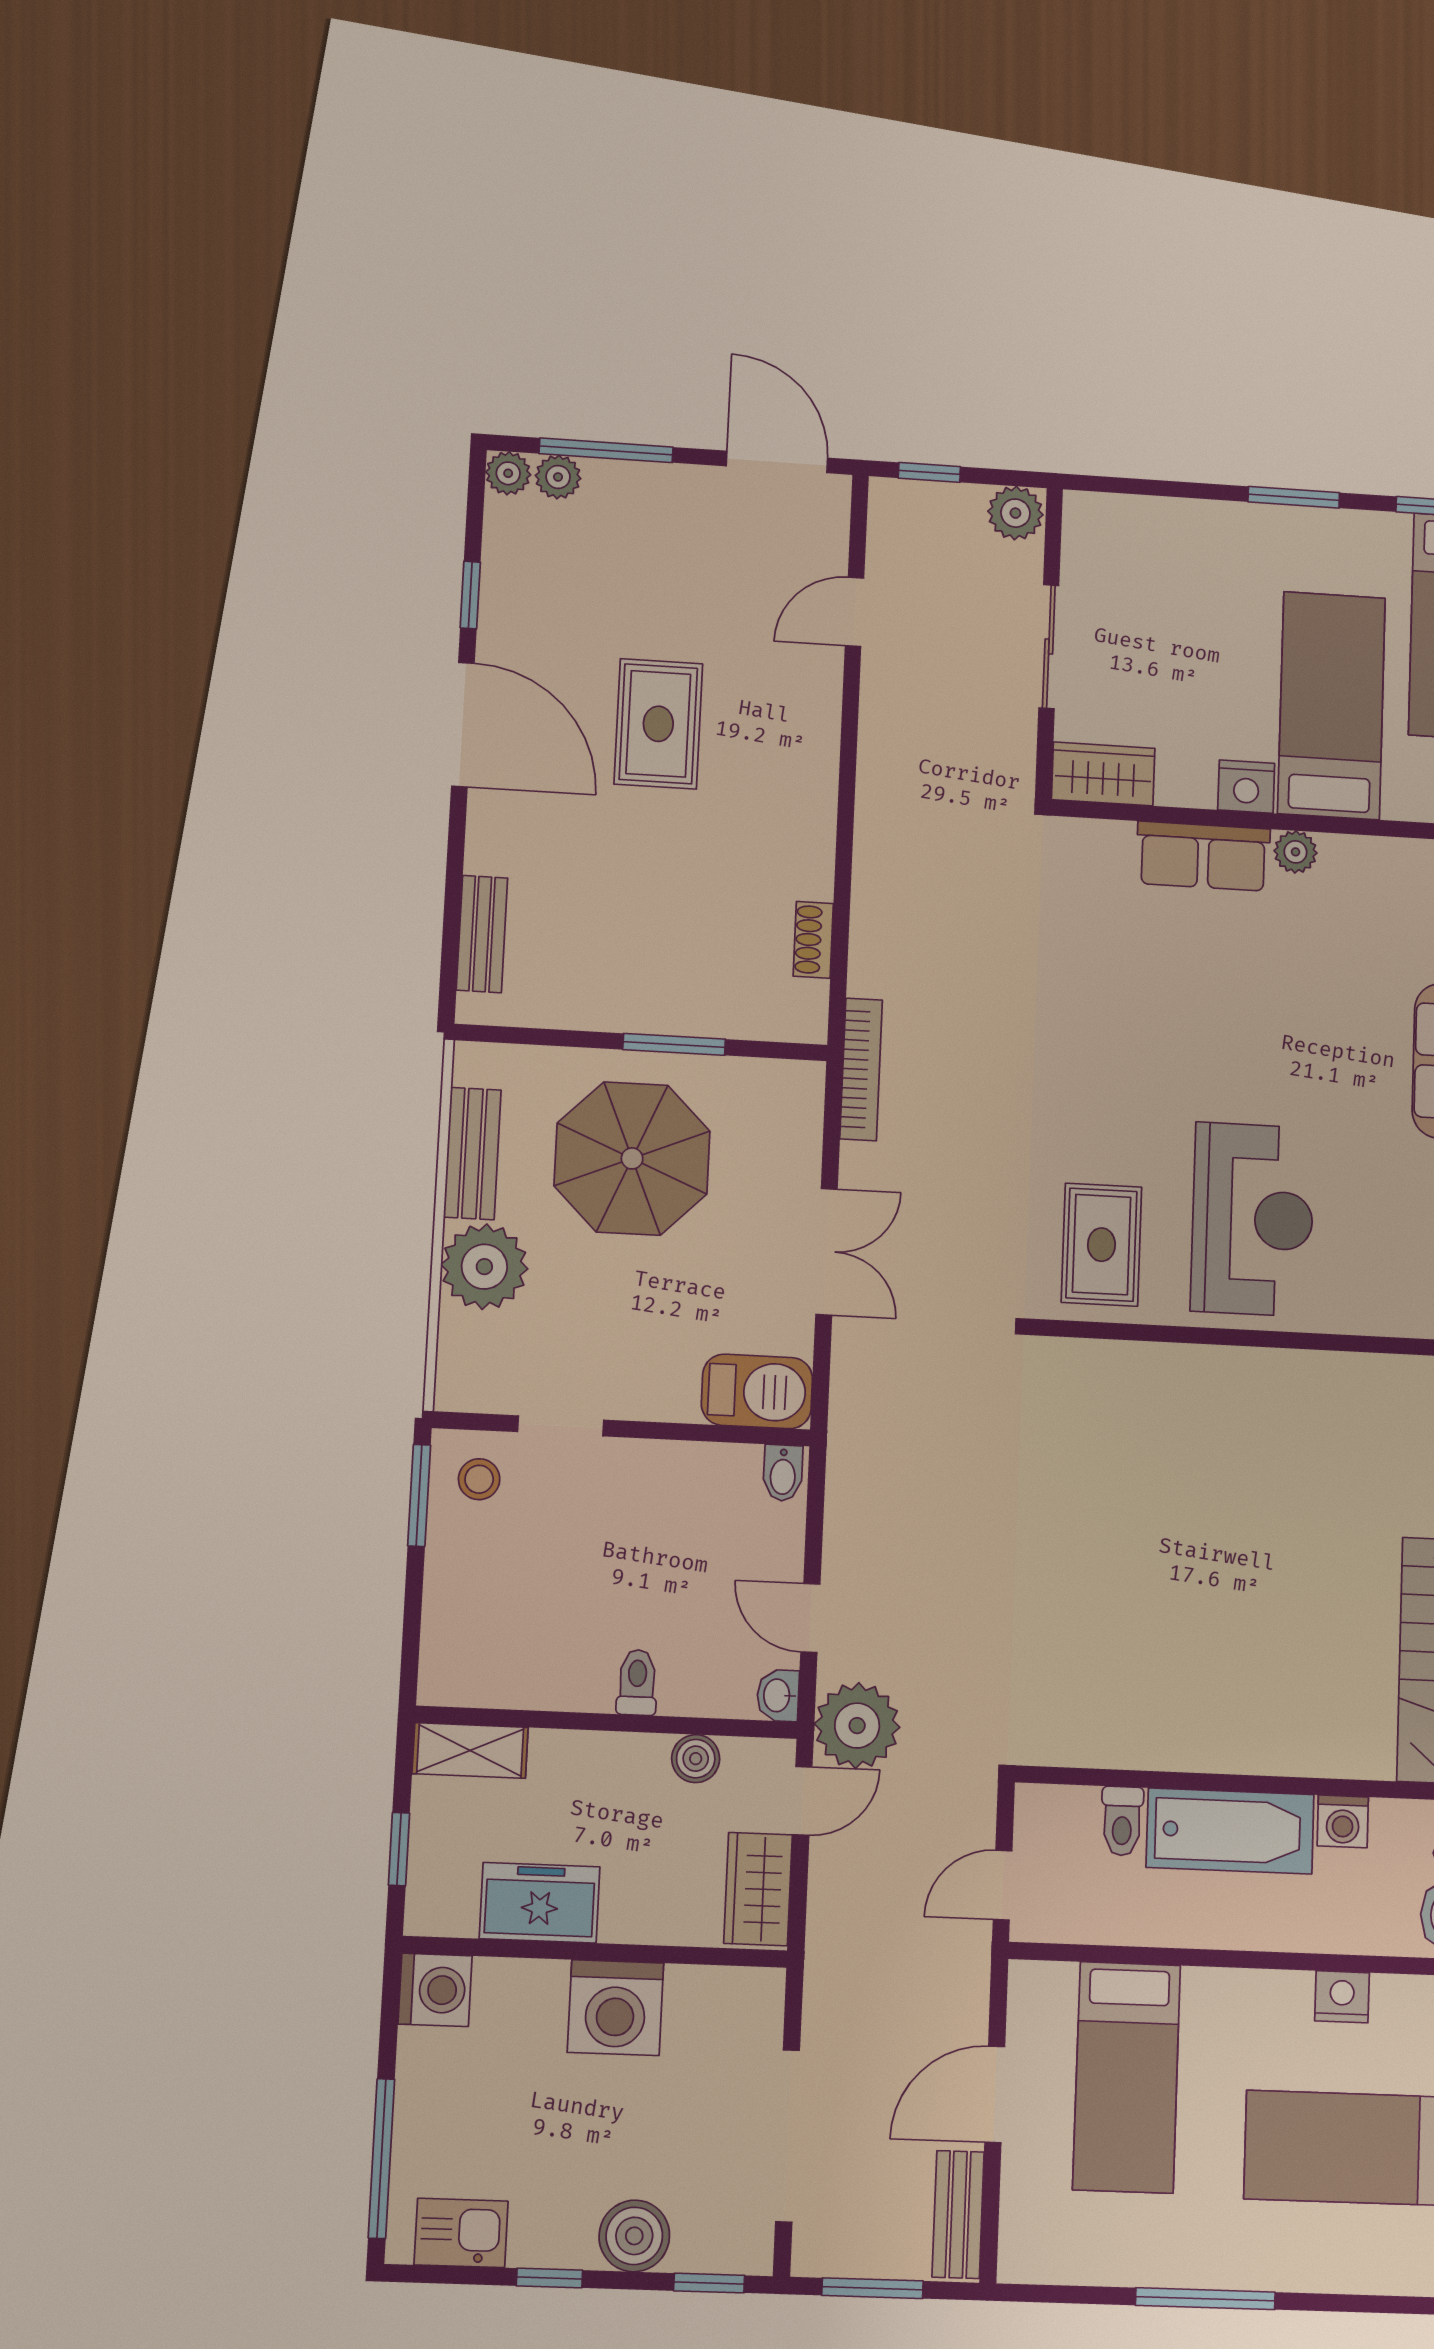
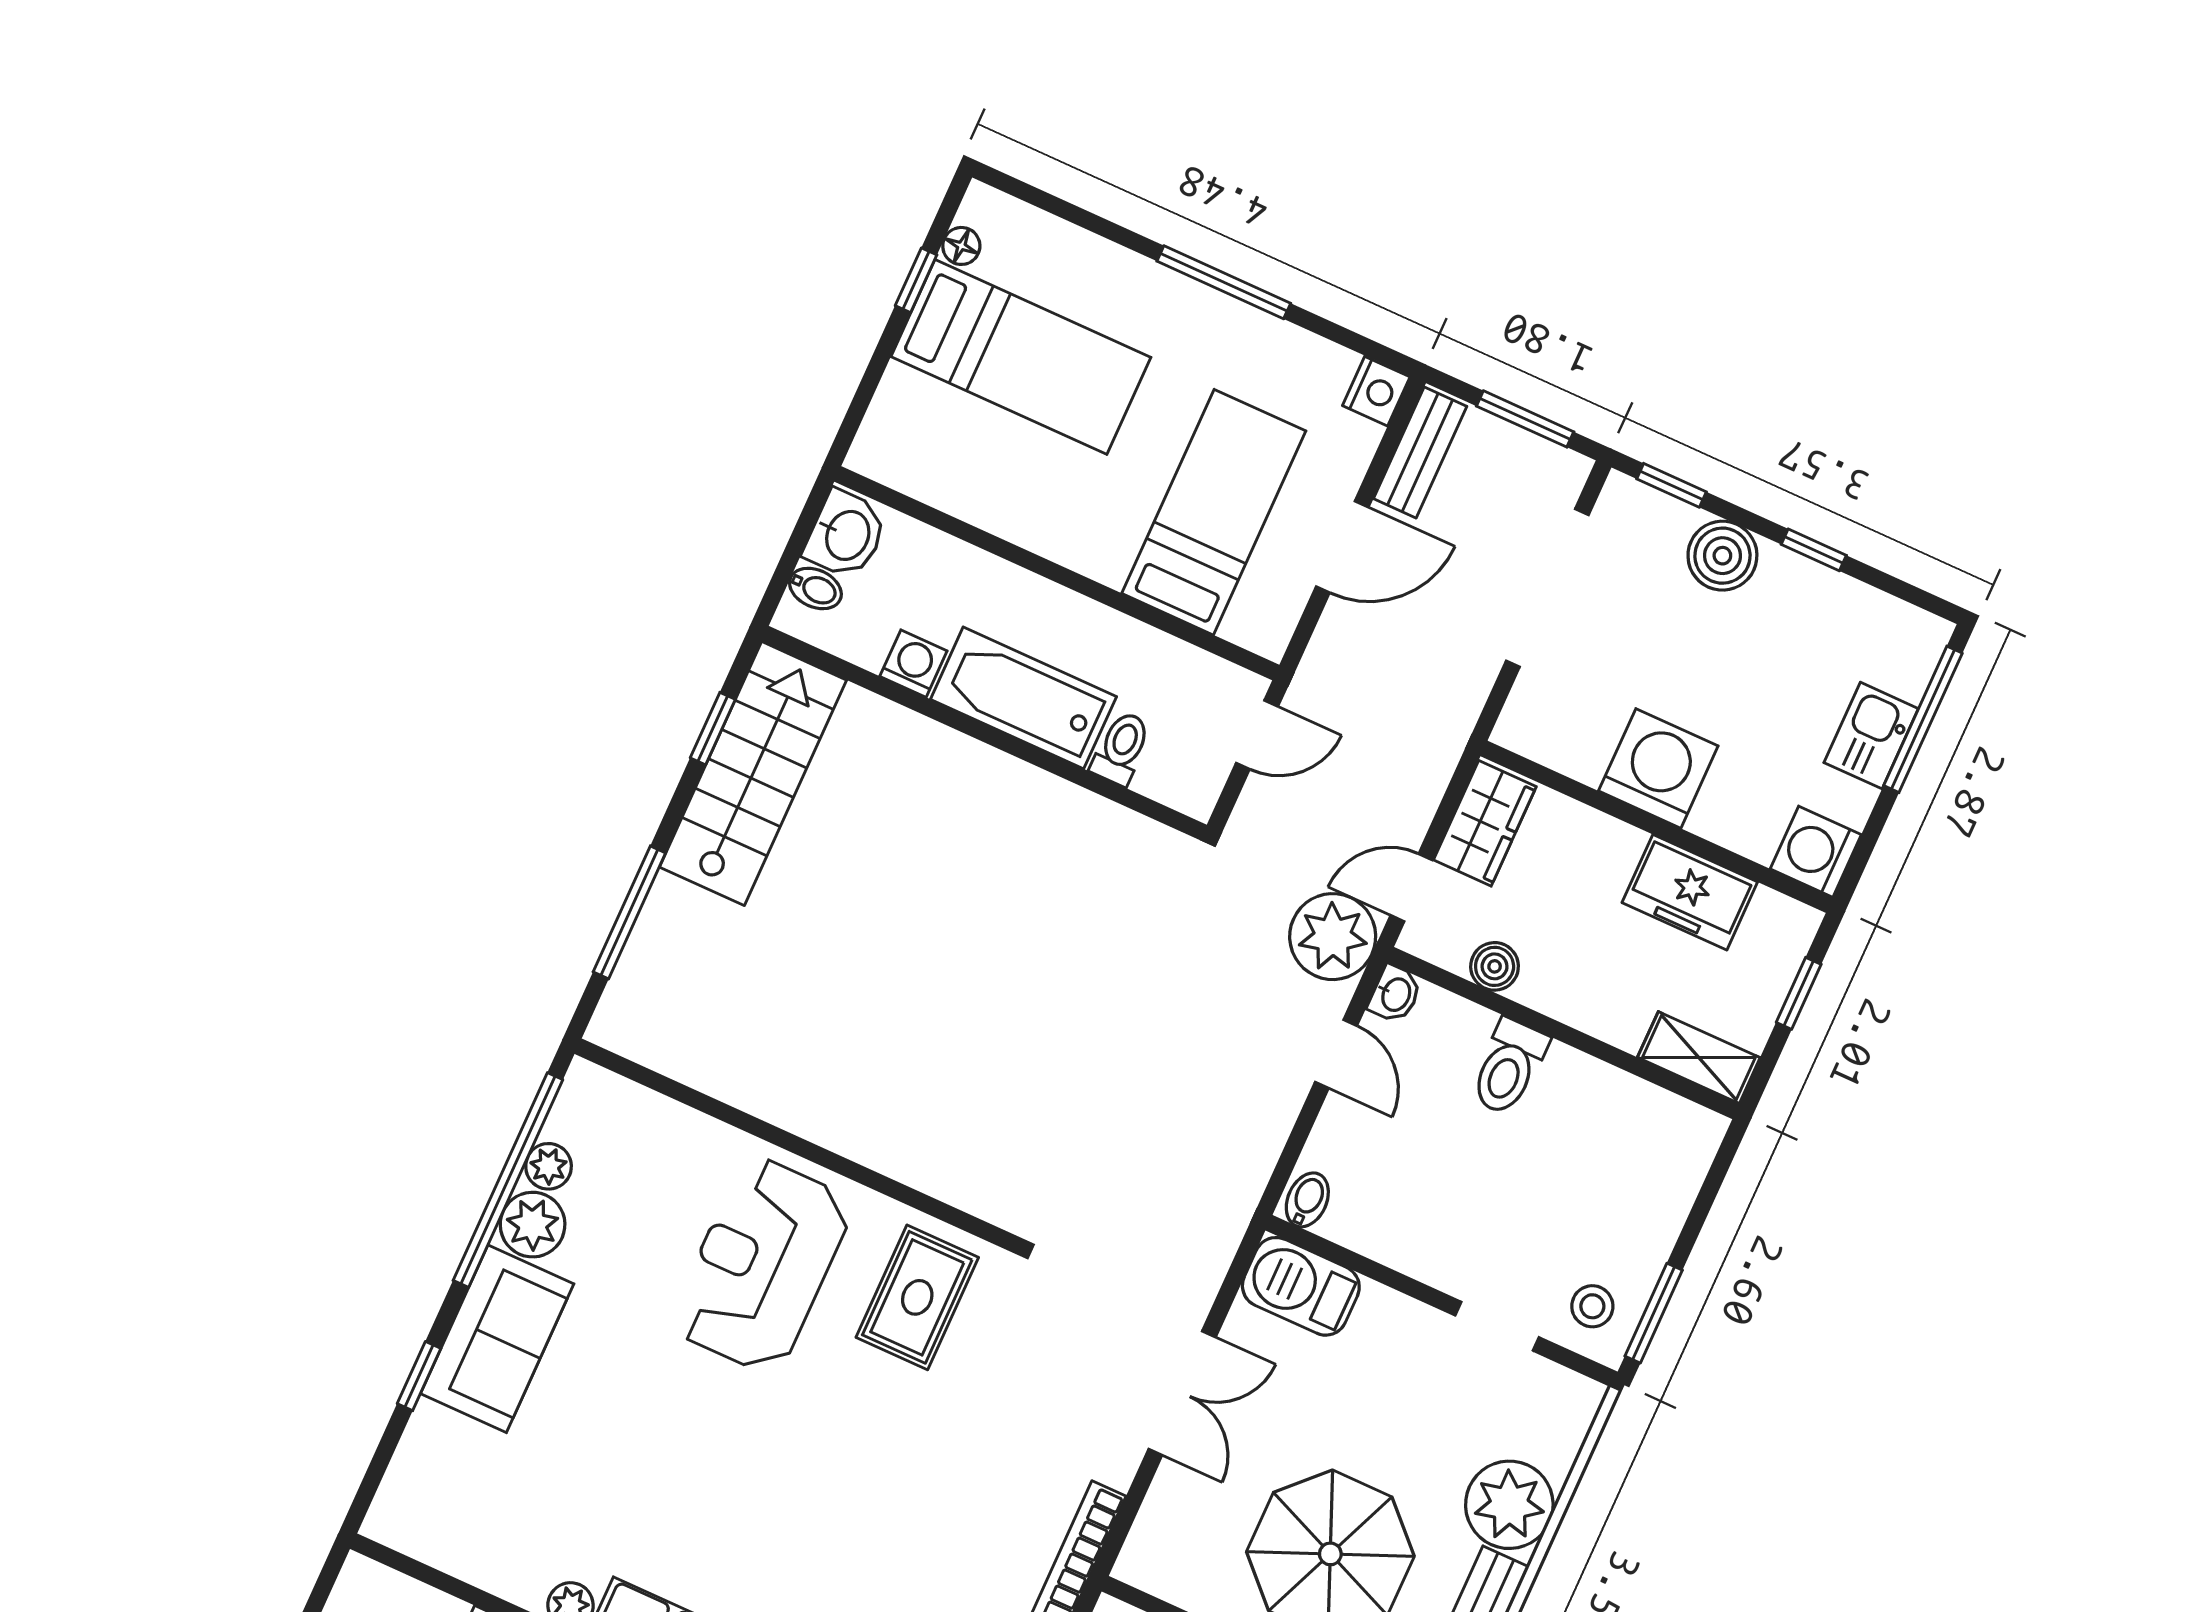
double door: (826, 1252) -> (1182, 1393), swing flipped
toilet: (637, 1682) -> (1509, 1067), width x1.37, depth x1.39
nightstand: (1342, 1997) -> (1376, 391), moved, turned -90
kitchen sink: (461, 2233) -> (1871, 736), moved, turned 90

